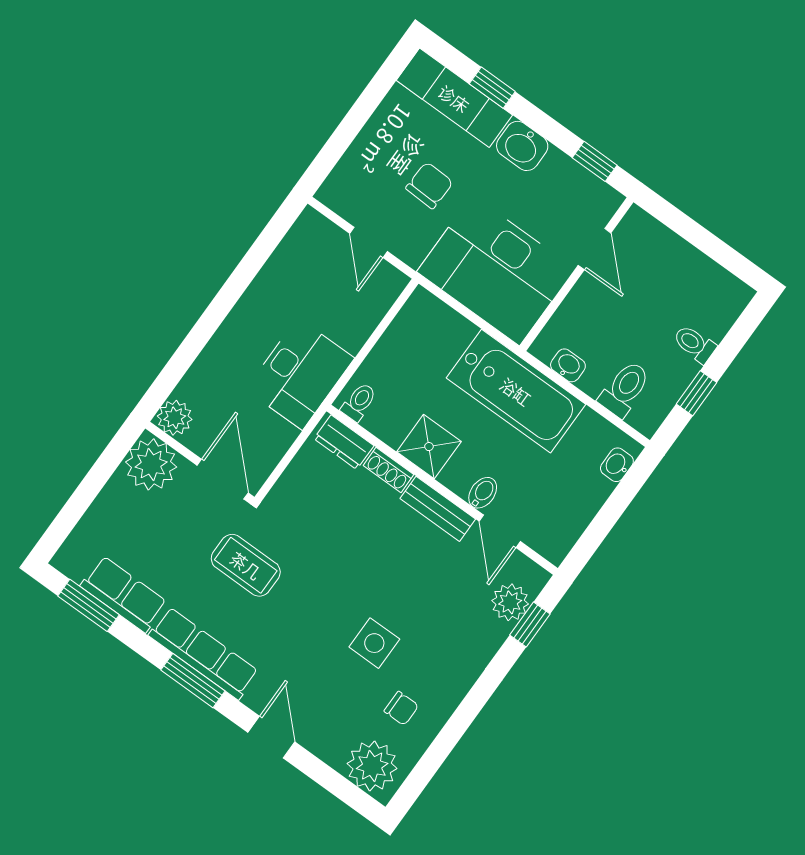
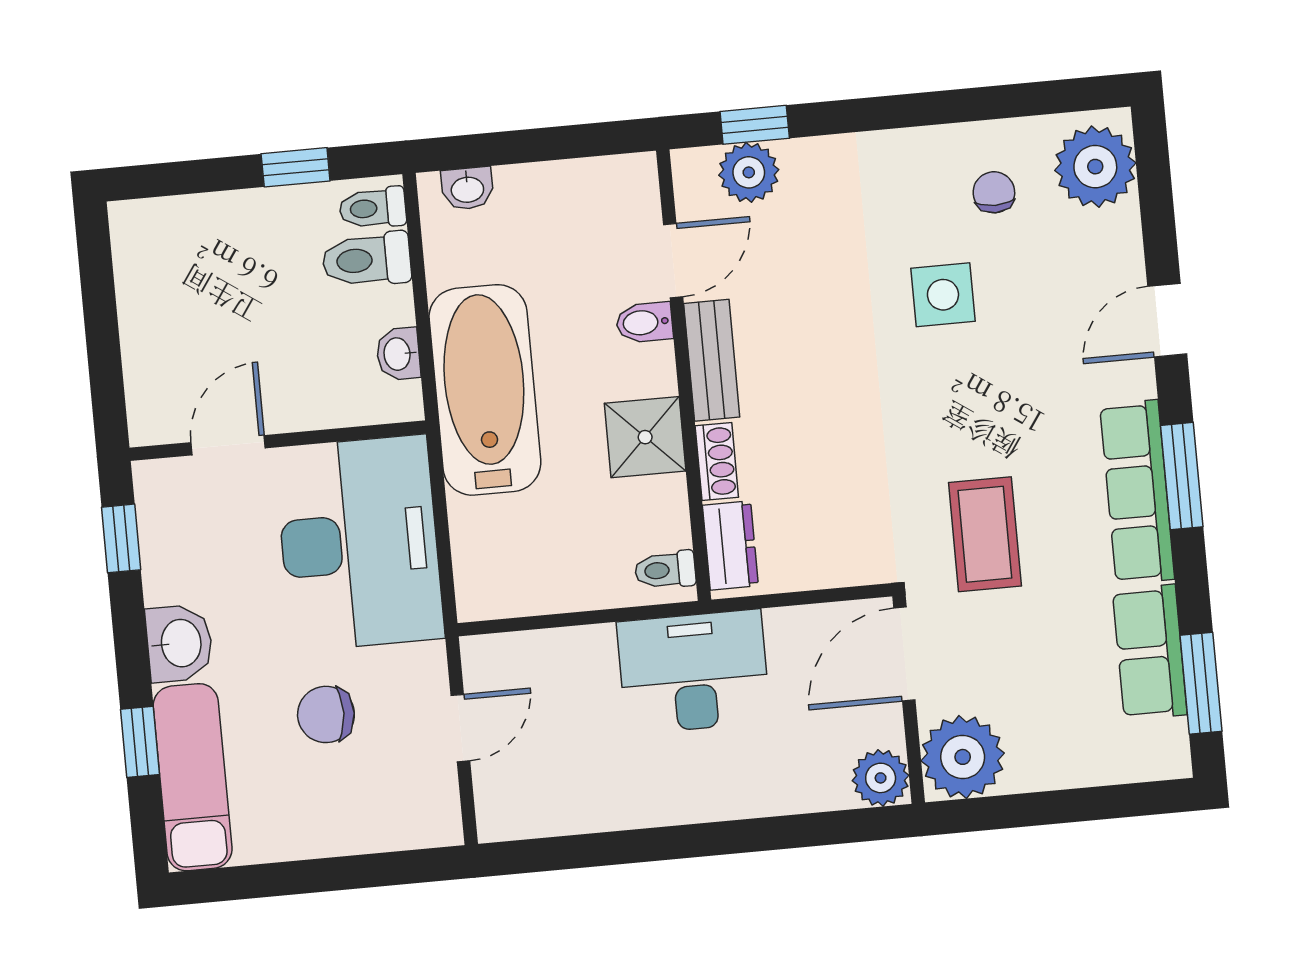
toilet: (695, 344) -> (373, 208), moved, turned 90

